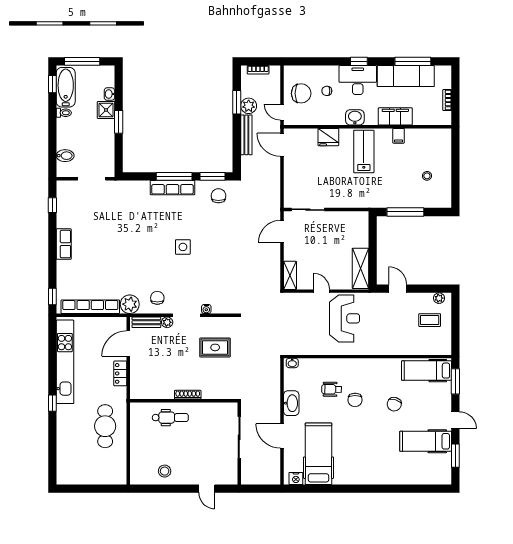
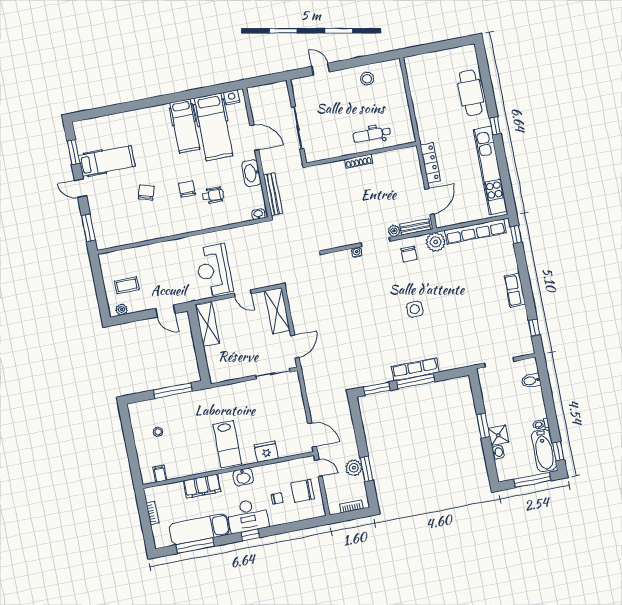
bench: (246, 135) -> (273, 194), moved
filing cabinet: (399, 136) -> (160, 474), moved
chair: (218, 196) -> (367, 370), removed
side table: (183, 247) -> (415, 309), moved
shelving: (290, 275) -> (277, 311), width x1.50, depth x1.33
rug: (215, 347) -> (340, 215), removed
hospital bed: (427, 371) -> (185, 126), moved, turned 90
locker: (120, 373) -> (430, 163), width x1.53
cafe table: (105, 426) -> (471, 93), moved

